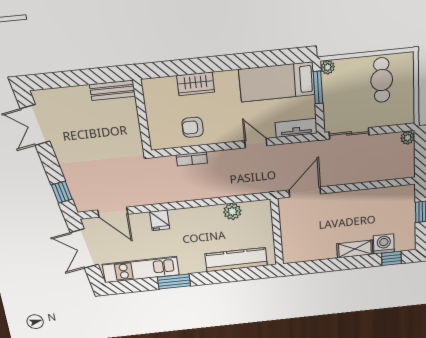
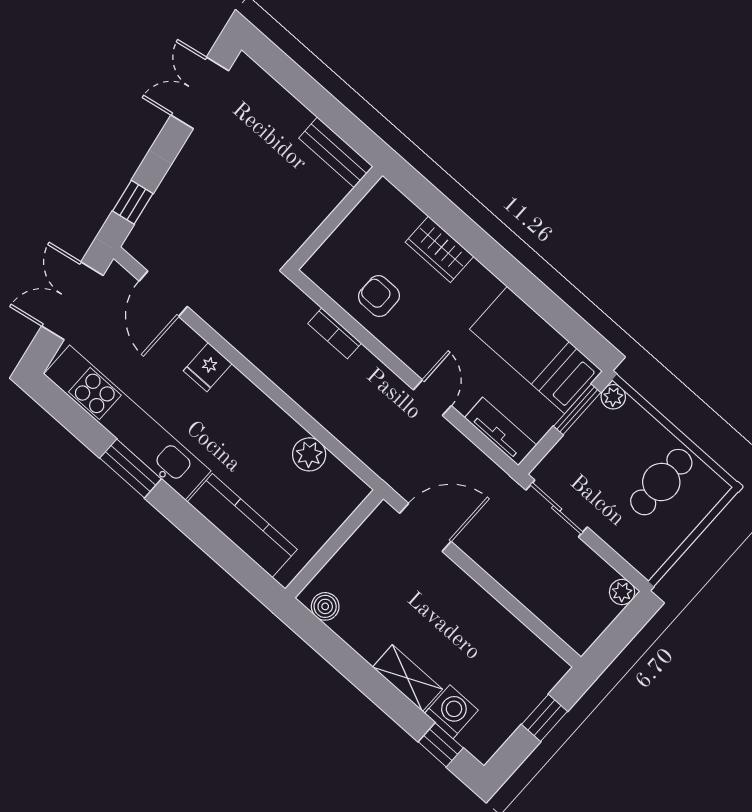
boiler: (297, 256) -> (325, 606), added
kitchen unit: (141, 269) -> (127, 422), width x1.36

